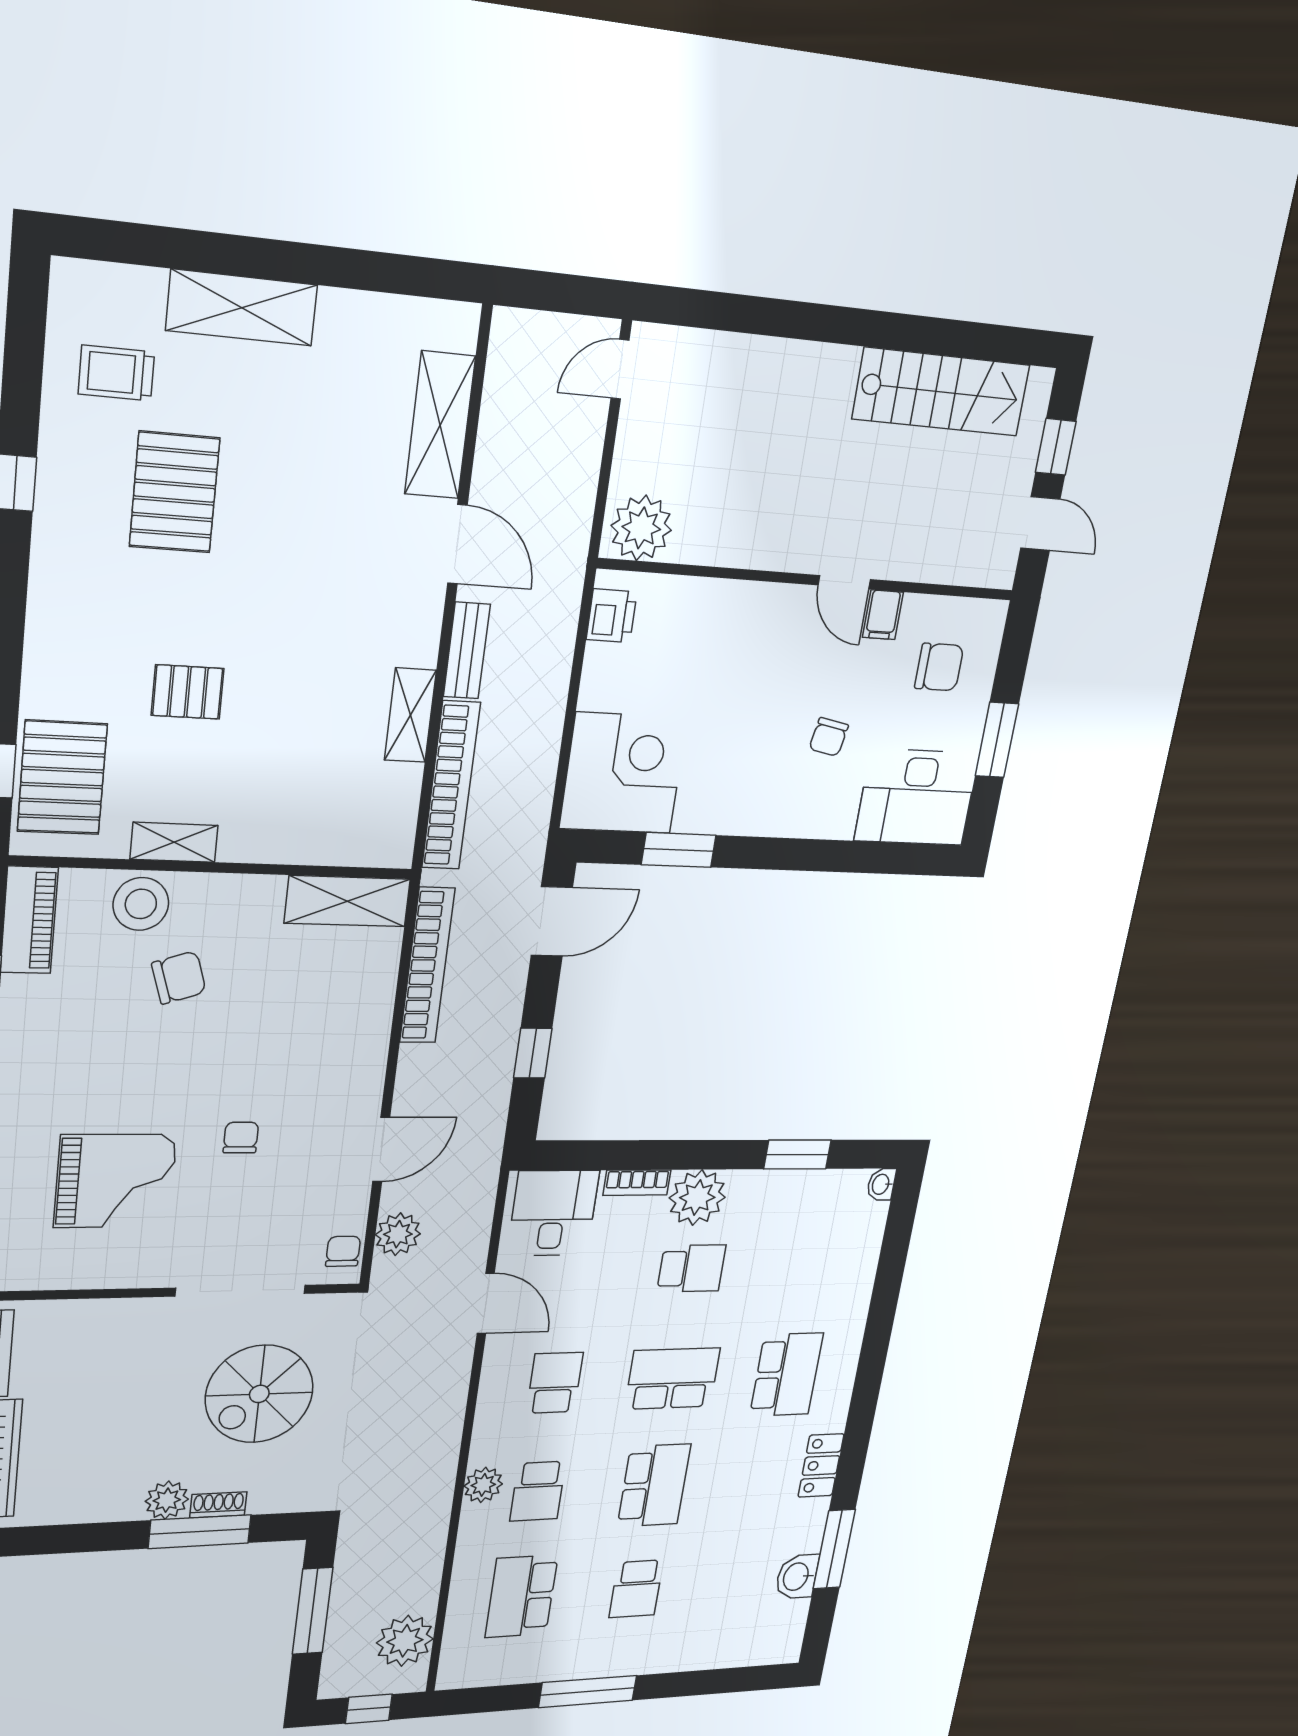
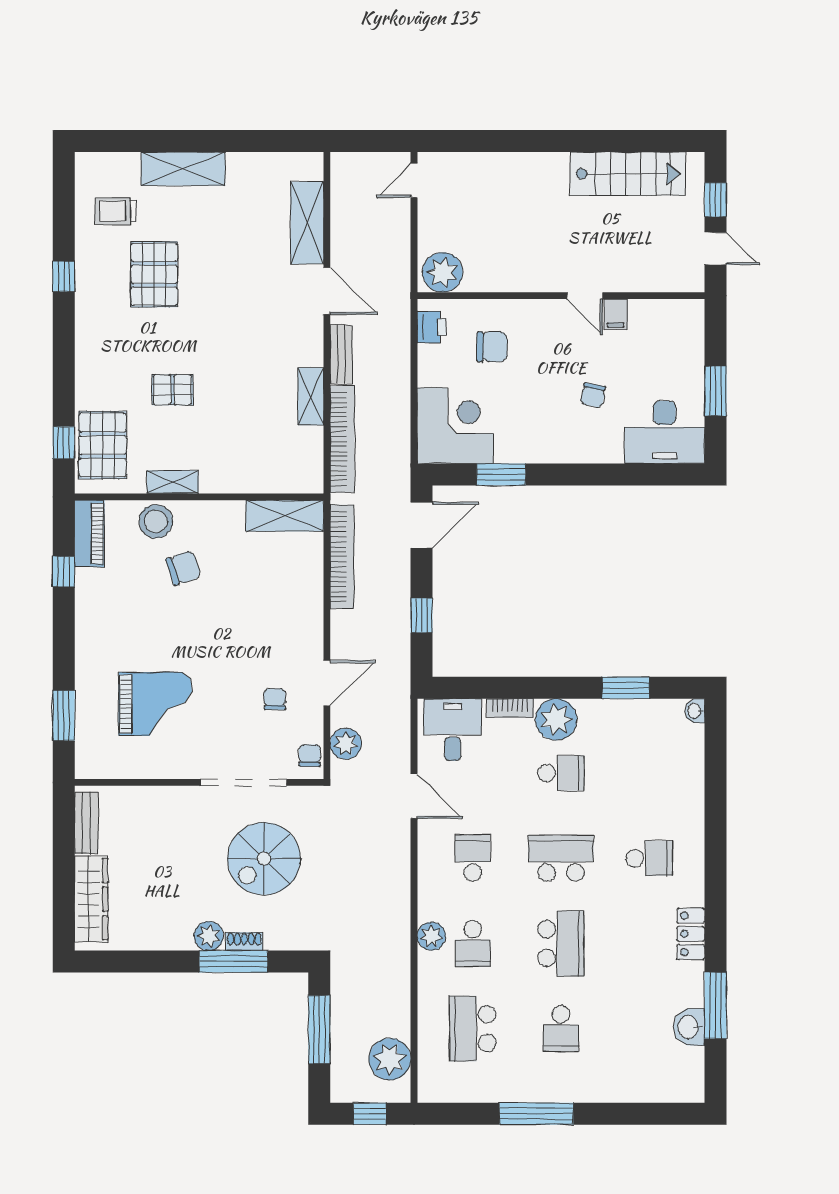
chair: (939, 667) -> (492, 347), moved
chair: (241, 1138) -> (275, 699), moved
school desk: (786, 1375) -> (649, 858), width x0.54

